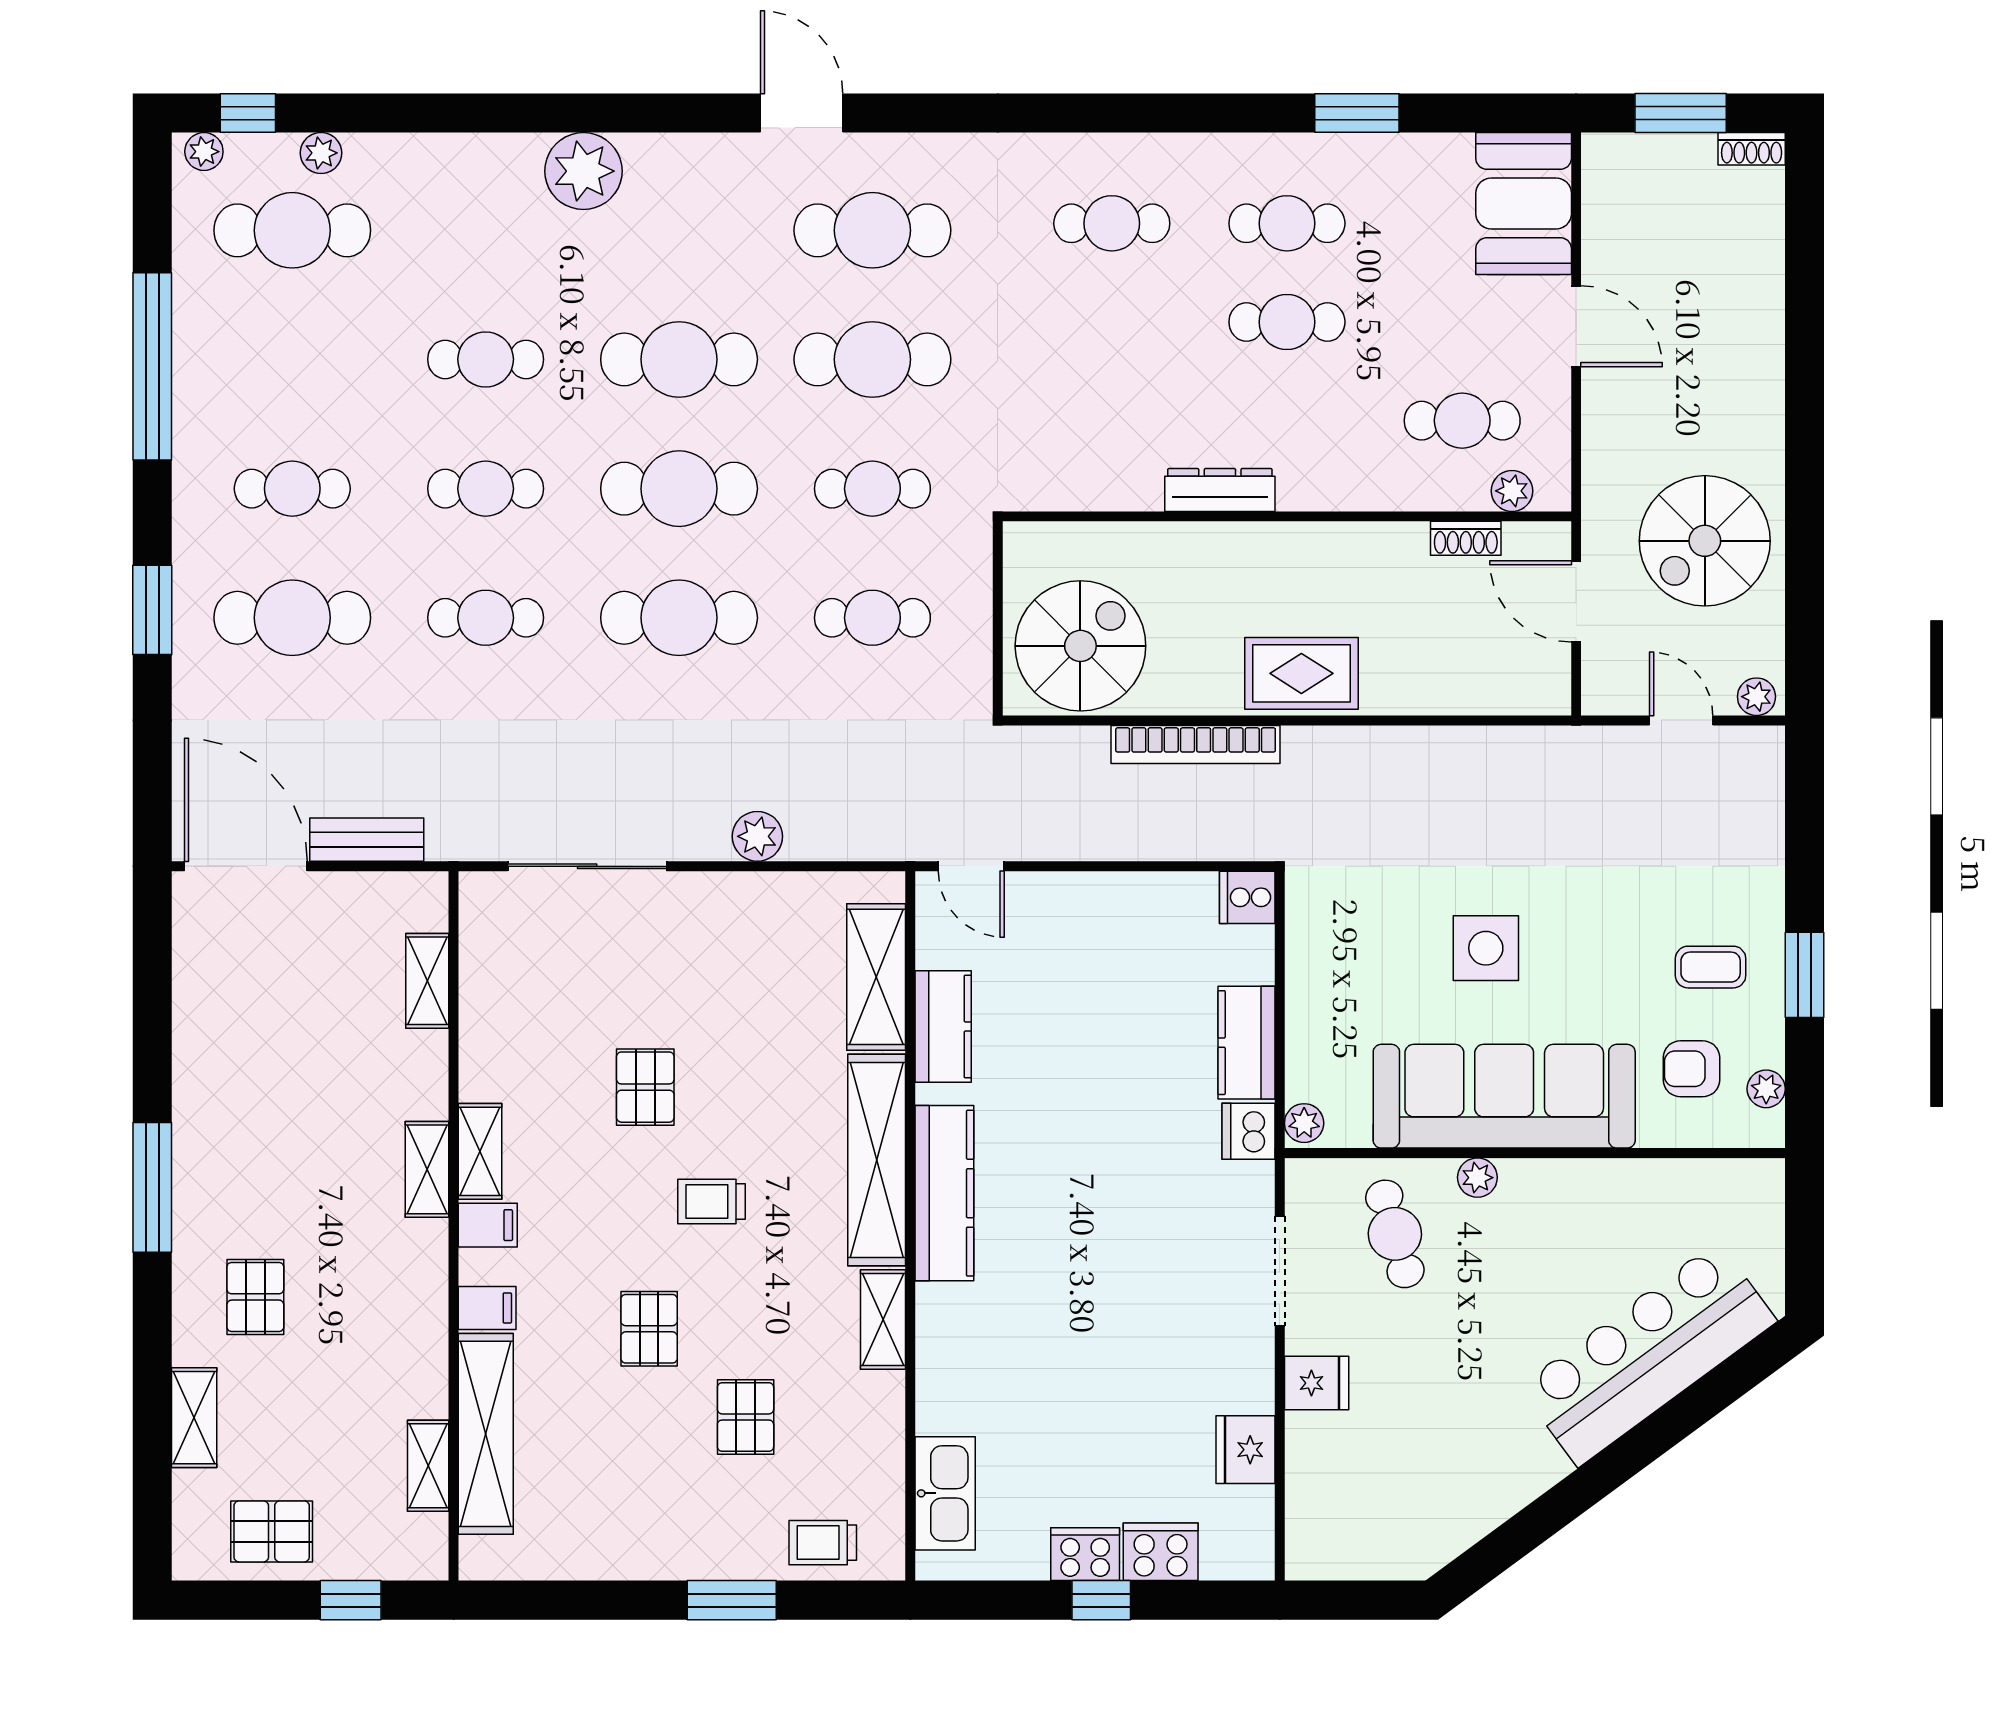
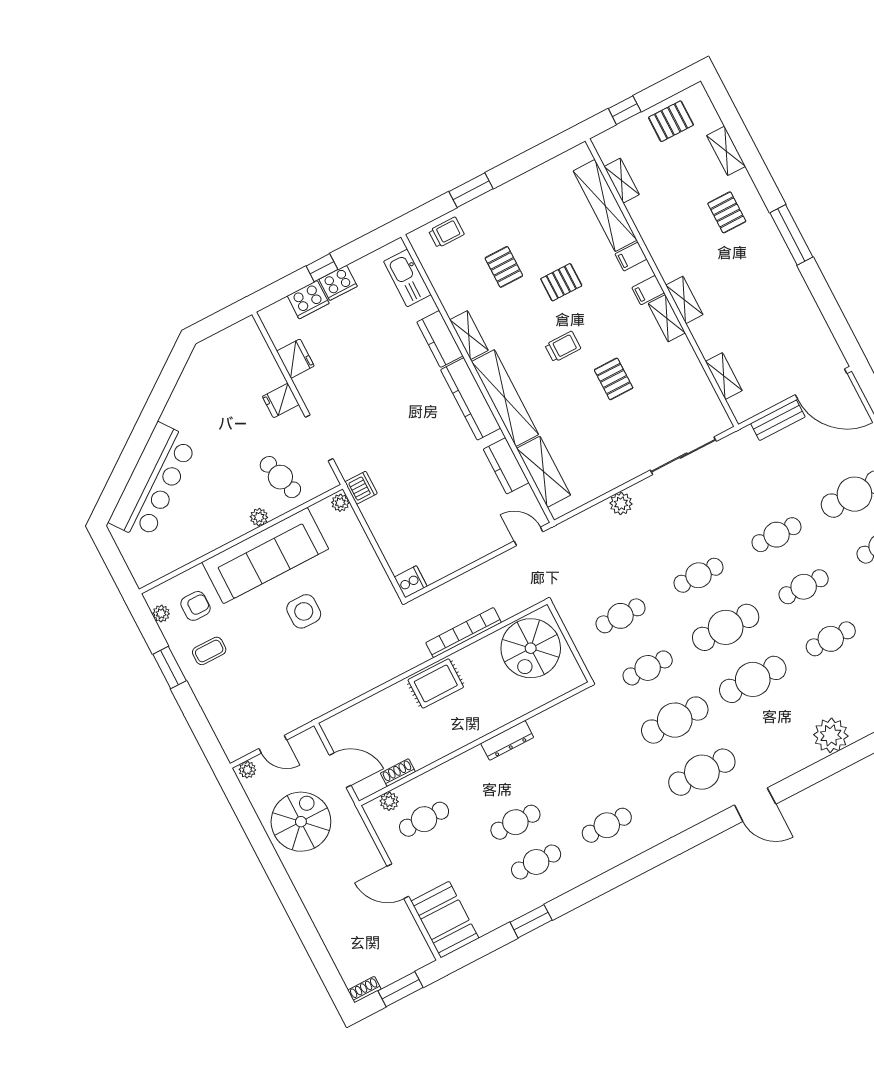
cafe table: (679, 618) -> (699, 575), width x0.73, depth x0.74
kitchen counter: (1247, 1043) -> (440, 339), moved, turned 180
pallet: (649, 1329) -> (561, 282), turned 90

